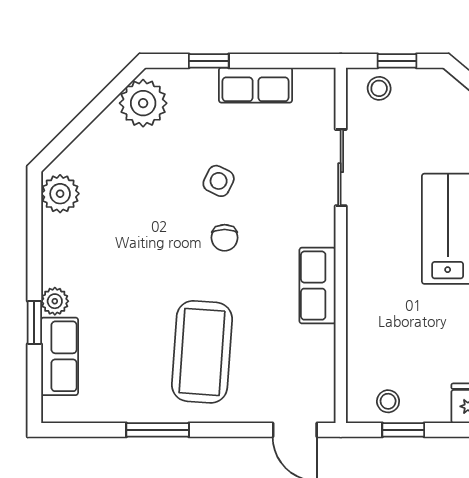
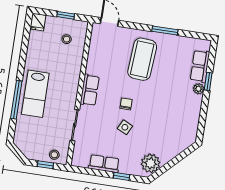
plant: (60, 194) -> (190, 132), removed
row of seats: (317, 286) -> (90, 90), moved
stool: (388, 401) -> (67, 39), moved

